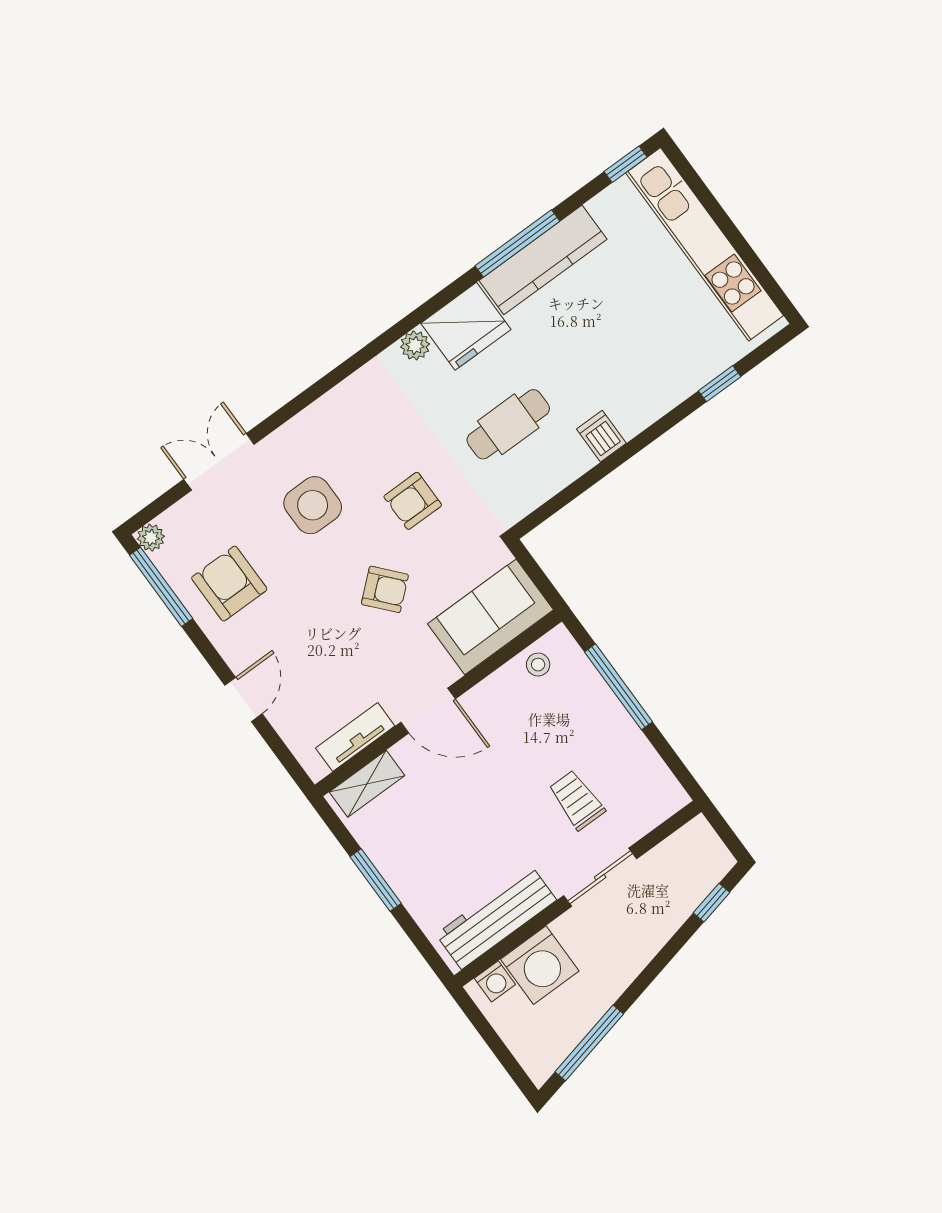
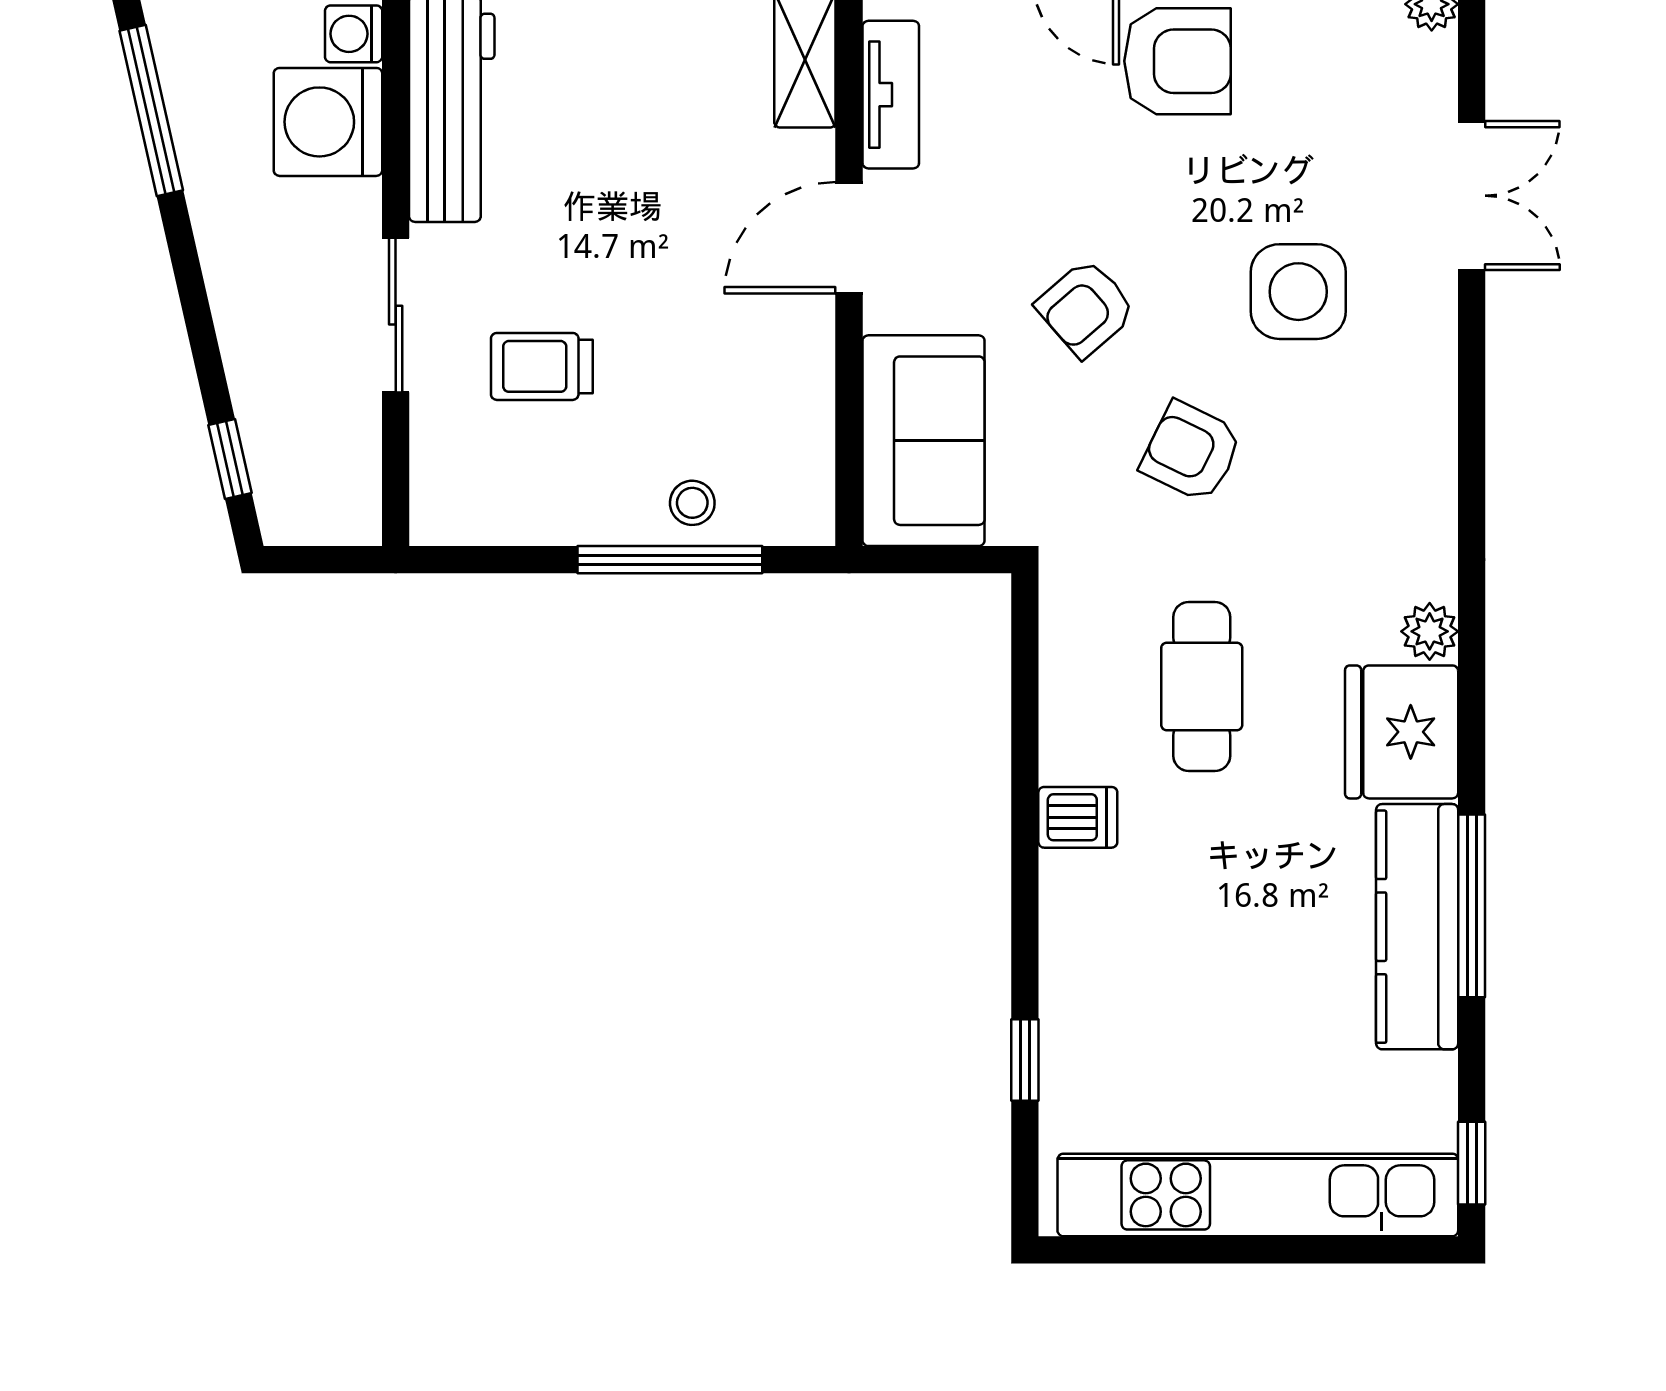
armchair: (413, 501) -> (1191, 452), turned -64
armchair: (229, 584) -> (1178, 61), moved
stool: (538, 665) -> (692, 503), moved
trolley: (577, 800) -> (542, 366), turned 180

